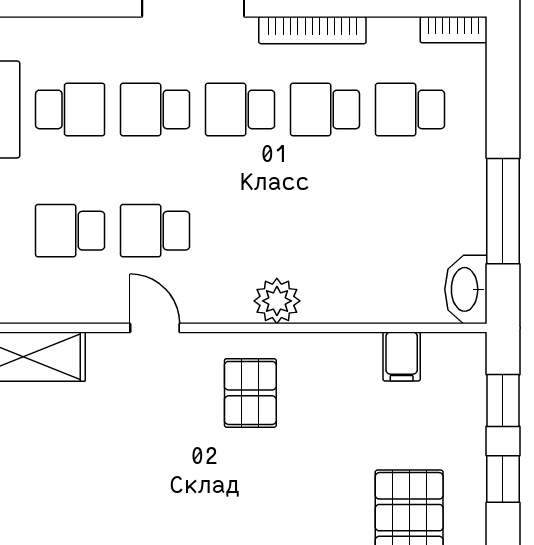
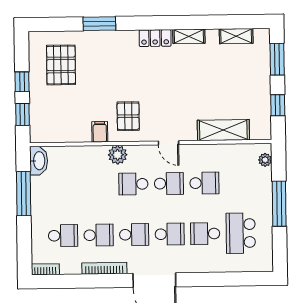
school desk: (240, 231) -> (133, 184), added
filing cabinet: (402, 357) -> (100, 132), moved

